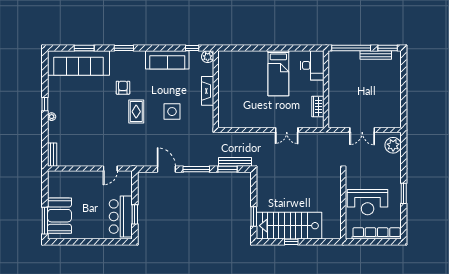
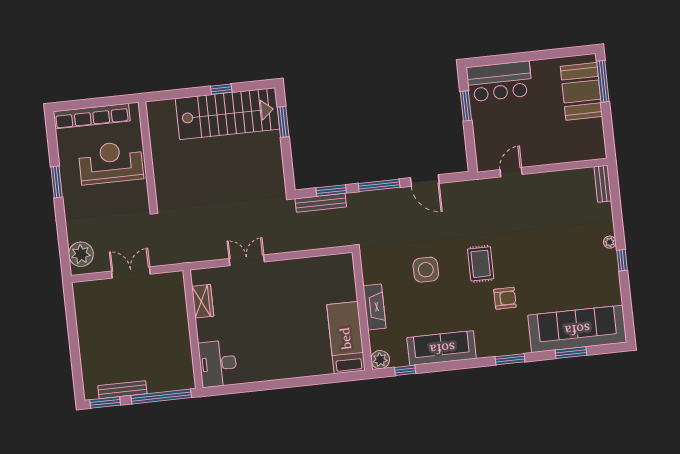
bed: (278, 73) -> (346, 338), moved
armchair: (123, 88) -> (505, 298), turned -90
bar counter: (121, 216) -> (499, 81), moved, turned 90

